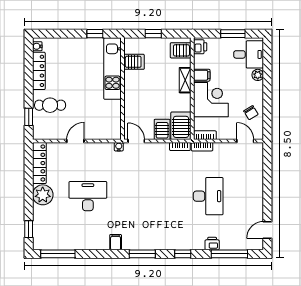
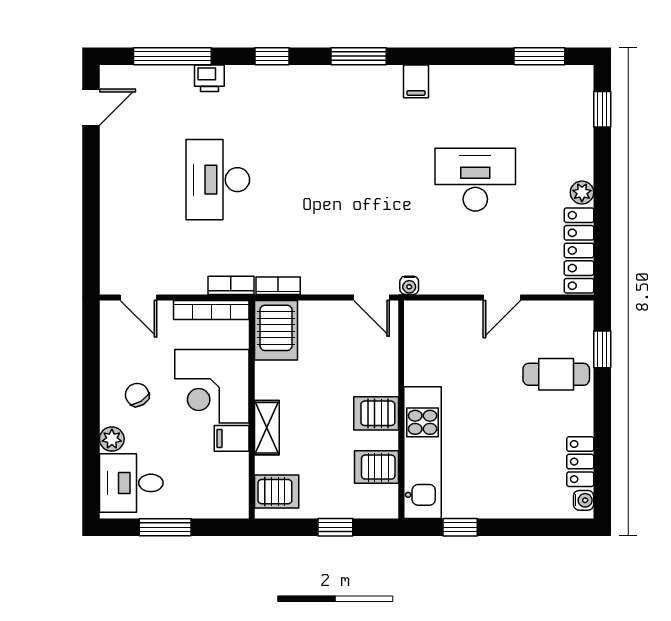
printer: (200, 47) -> (235, 499), removed
locker: (39, 71) -> (580, 462), width x0.66
chair: (251, 113) -> (137, 395), moved
server rack: (162, 129) -> (376, 413), moved, turned 90
bookcase: (205, 135) -> (211, 310), width x1.56
plant: (43, 195) -> (582, 193), width x0.53, depth x0.53
desk: (88, 196) -> (475, 180), turned 180
window: (58, 254) -> (539, 56), width x0.69

